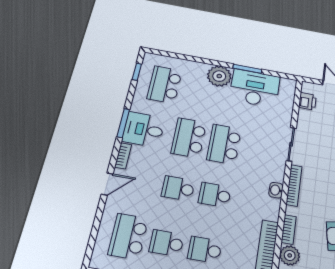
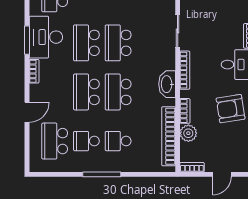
desk: (144, 129) -> (46, 37), width x1.37
door: (107, 184) -> (27, 112), moved
school desk: (178, 188) -> (86, 92), width x1.85
washbasin: (276, 190) -> (167, 84), width x1.91, depth x1.45
school desk: (215, 195) -> (118, 92), width x1.85

